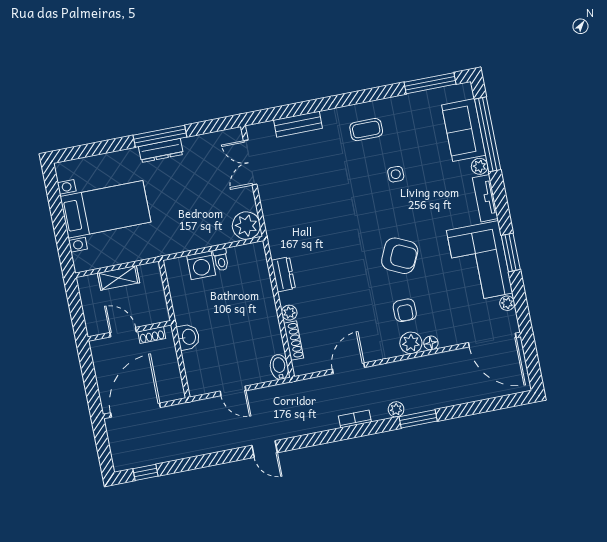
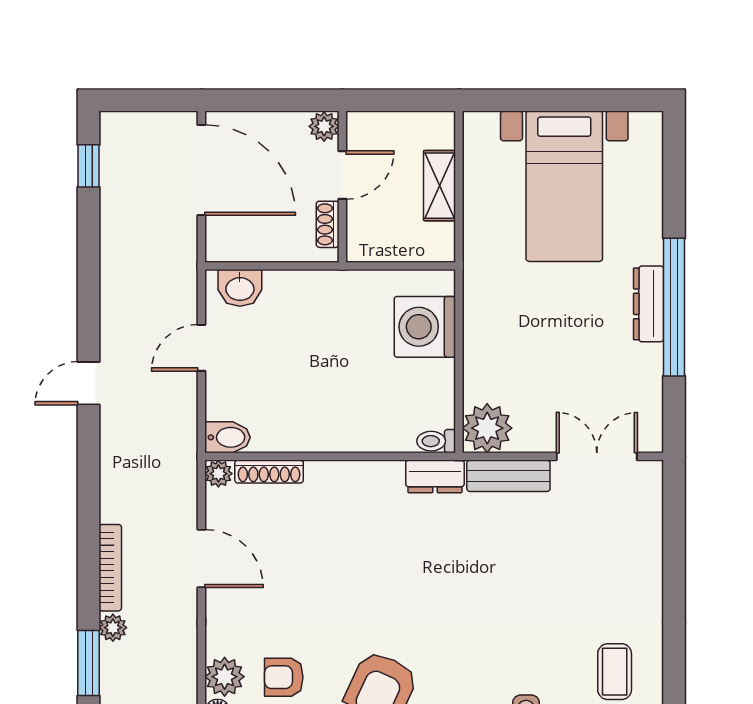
bench: (298, 124) -> (508, 476), moved, turned 90
window: (160, 136) -> (674, 307), width x1.46
toilet: (221, 260) -> (436, 441), moved
washing machine: (201, 265) -> (425, 327), width x1.37, depth x1.37
dresser: (283, 274) -> (435, 476), moved
plant: (289, 313) -> (218, 474), moved
washbasin: (188, 337) -> (240, 288), moved
plant: (98, 347) -> (324, 126), added
bookcase: (355, 419) -> (110, 568), width x1.56

